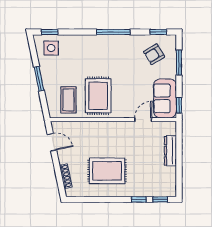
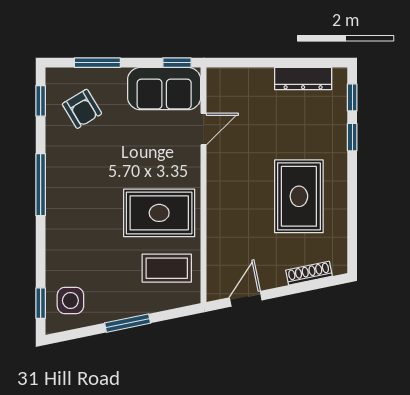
door: (143, 120) -> (204, 129), swing flipped
dresser: (170, 151) -> (303, 79), moved

